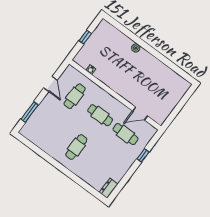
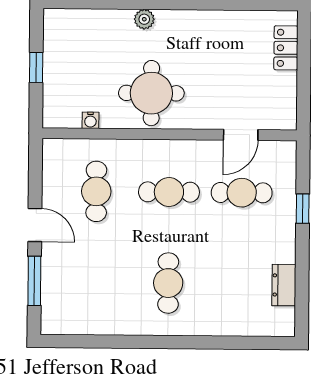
round table: (119, 76) -> (151, 93), added
door: (51, 84) -> (35, 225), moved
locker: (178, 94) -> (286, 48), added
dresser: (109, 188) -> (284, 285), moved

